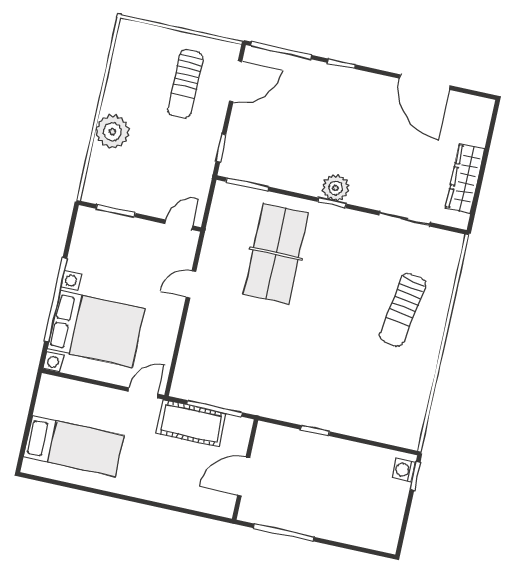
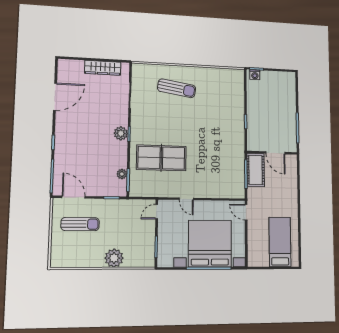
plant: (260, 175) -> (122, 174), added
door: (179, 225) -> (157, 212), hinge flipped
bed with nightstands: (96, 329) -> (210, 244), width x1.36
cot: (191, 423) -> (256, 170), moved

